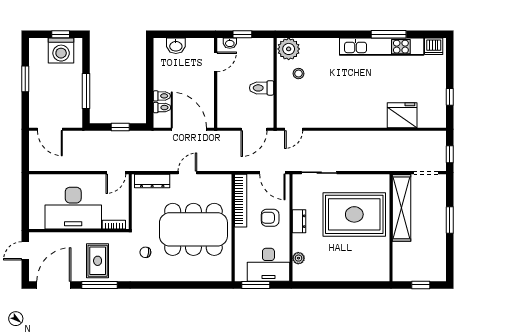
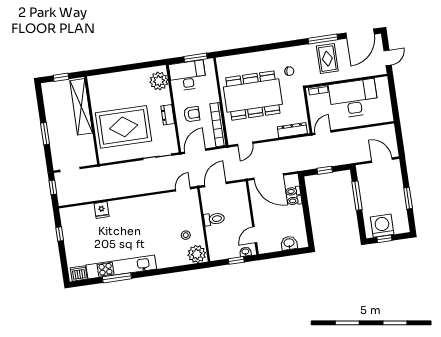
fridge: (402, 115) -> (102, 210), width x0.53, depth x0.75
door: (187, 173) -> (245, 144), moved
door: (272, 173) -> (195, 151), hinge flipped
shelving: (402, 208) -> (81, 107), moved
plant: (298, 258) -> (159, 81), width x1.87, depth x1.87

